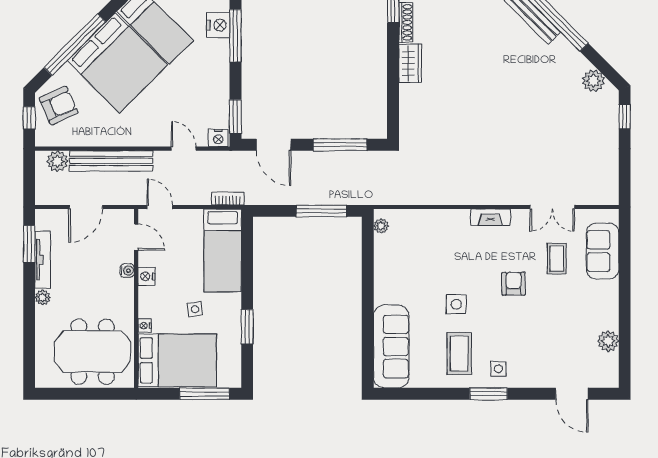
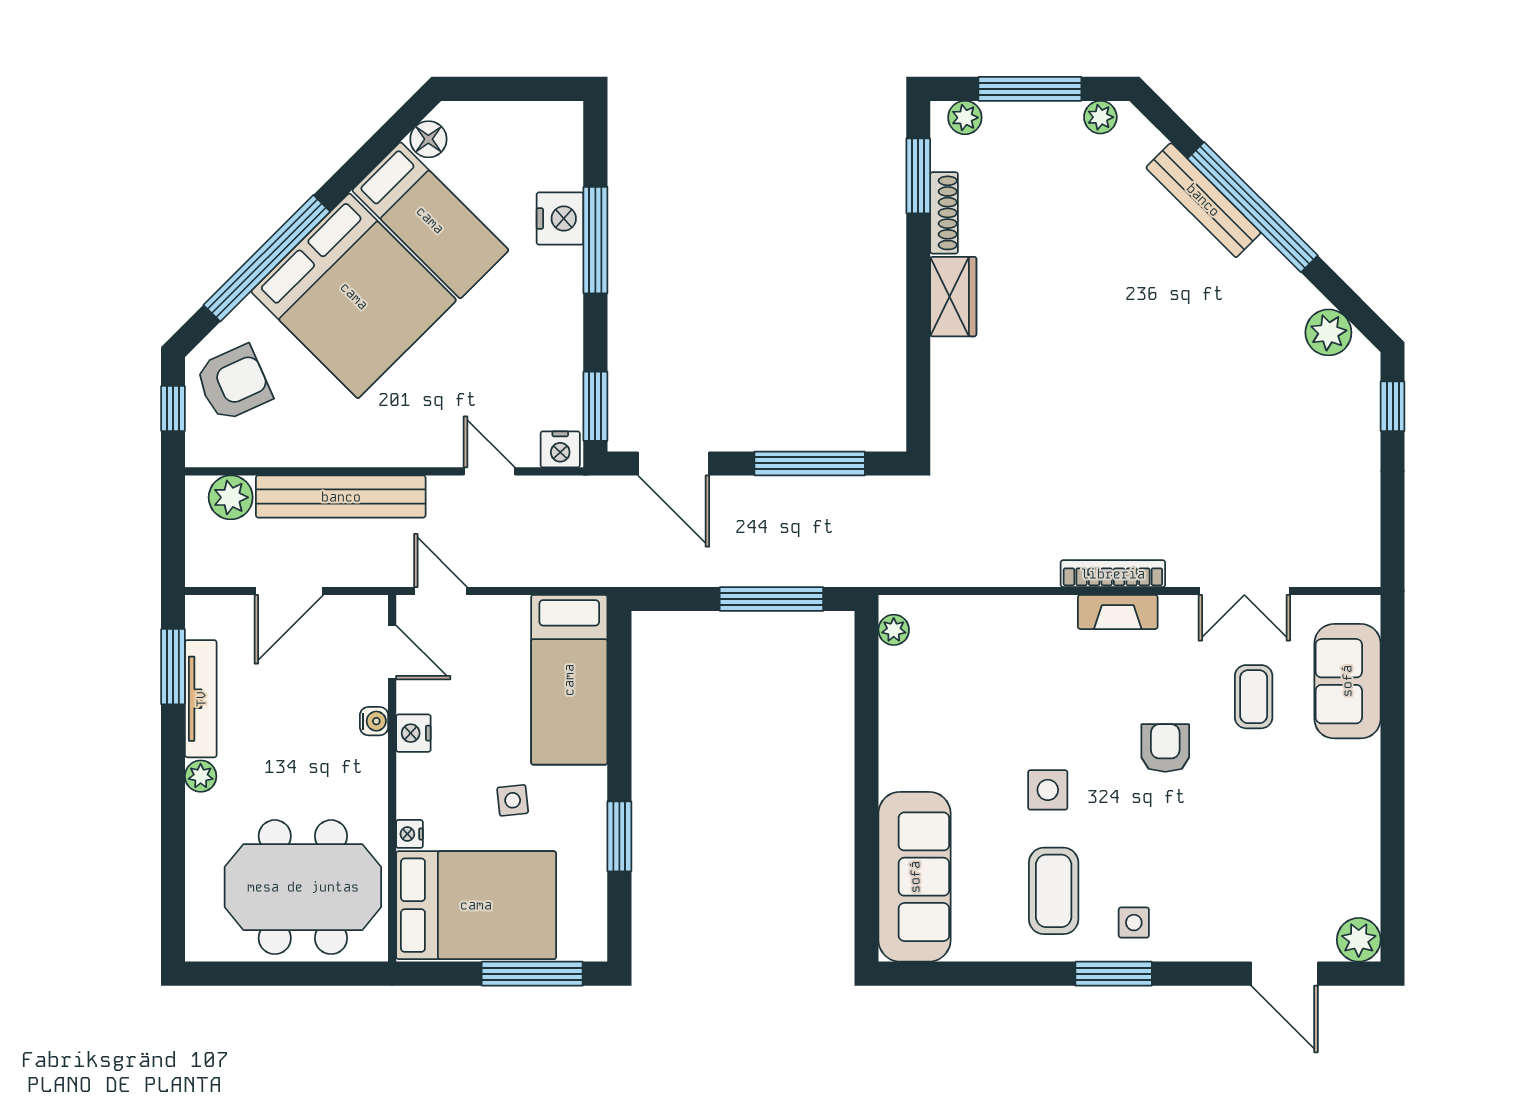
bookcase: (228, 199) -> (1113, 574), moved, width x1.56
plant: (608, 341) -> (1359, 940), moved

